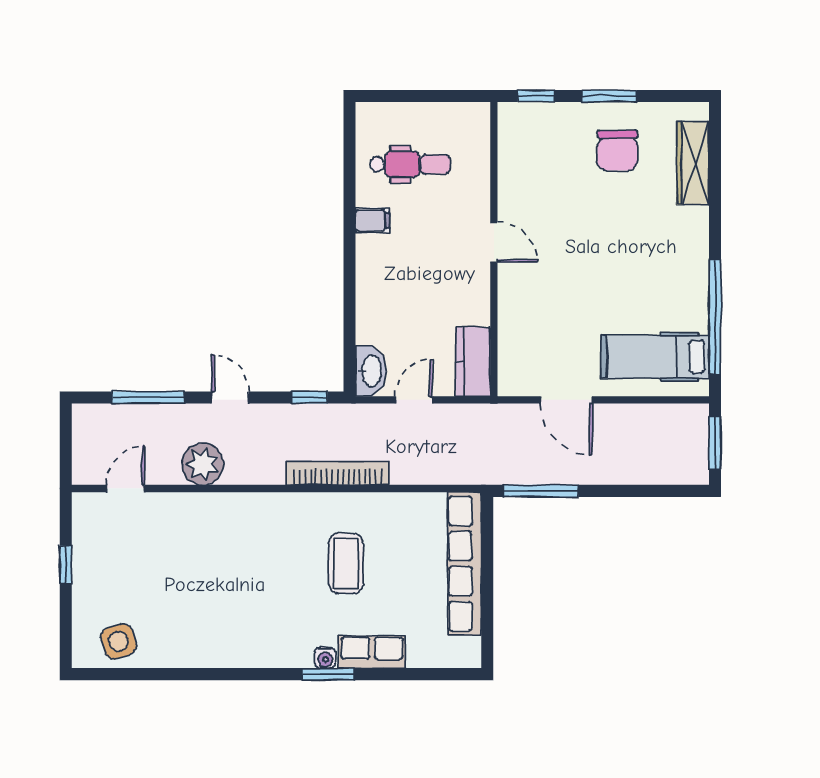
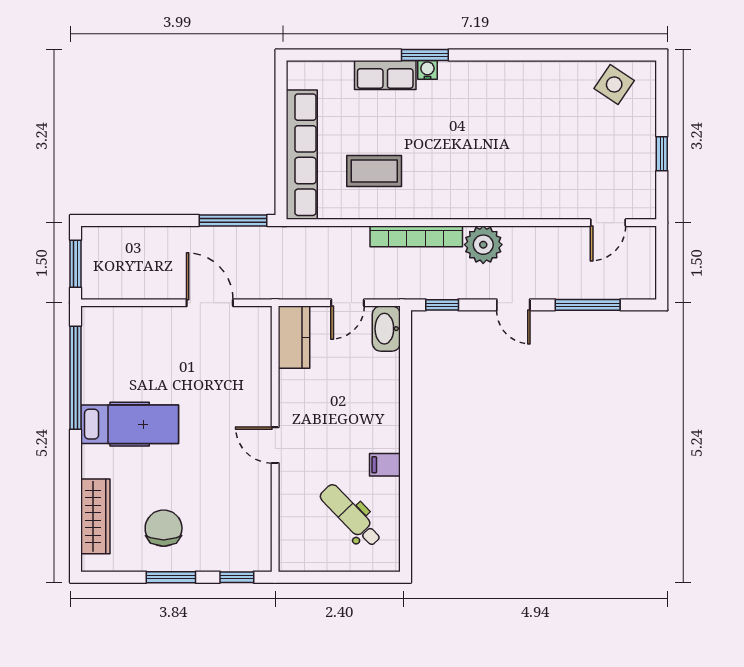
dental chair: (410, 164) -> (351, 515), turned 46
hospital bed: (655, 357) -> (130, 424), moved
plant: (203, 464) -> (483, 245), moved
coffee table: (346, 564) -> (374, 171), moved, turned 90
side table: (119, 641) -> (614, 84), turned -38

